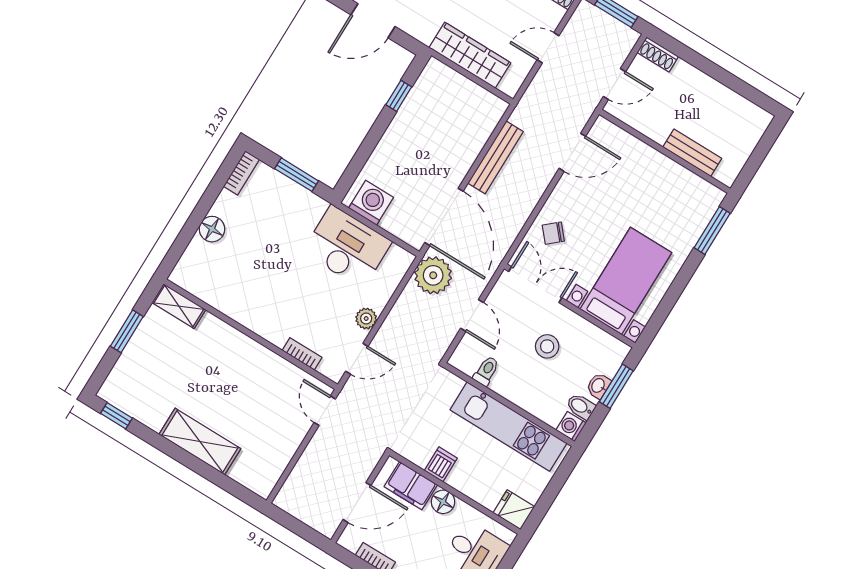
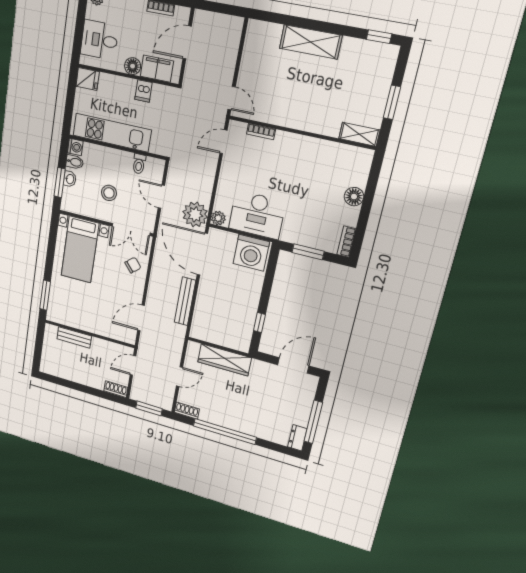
washing machine: (371, 203) -> (251, 253), width x1.37, depth x1.37
plant: (366, 319) -> (218, 218), moved

